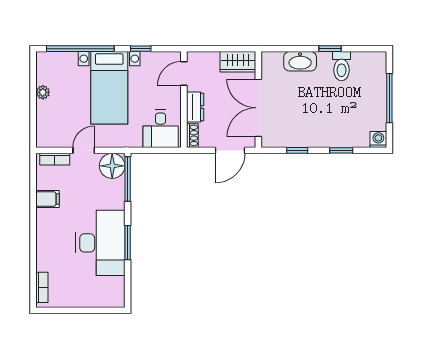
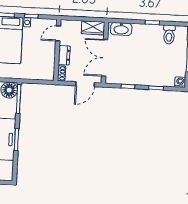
washbasin: (300, 61) -> (121, 29), moved
toilet: (342, 66) -> (169, 35), moved
desk: (161, 129) -> (41, 68), removed

